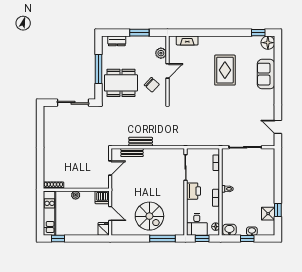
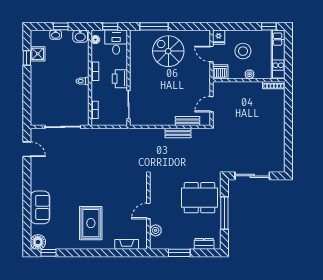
rug: (225, 70) -> (91, 223), moved
chair: (152, 85) -> (166, 196), removed
stool: (81, 216) -> (243, 51), added

